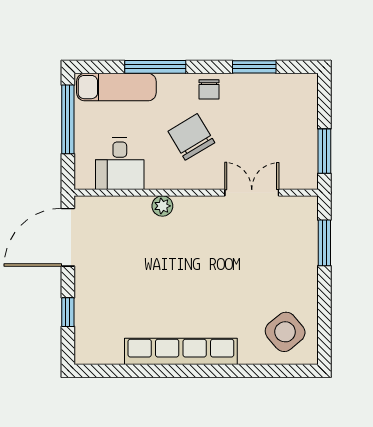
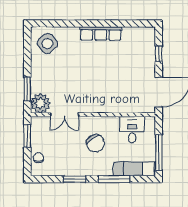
window: (254, 67) -> (75, 179), moved
chair: (209, 89) -> (38, 158), moved
plant: (162, 206) -> (40, 103), moved, width x1.87, depth x1.87
row of seats: (181, 351) -> (101, 34), width x0.73

